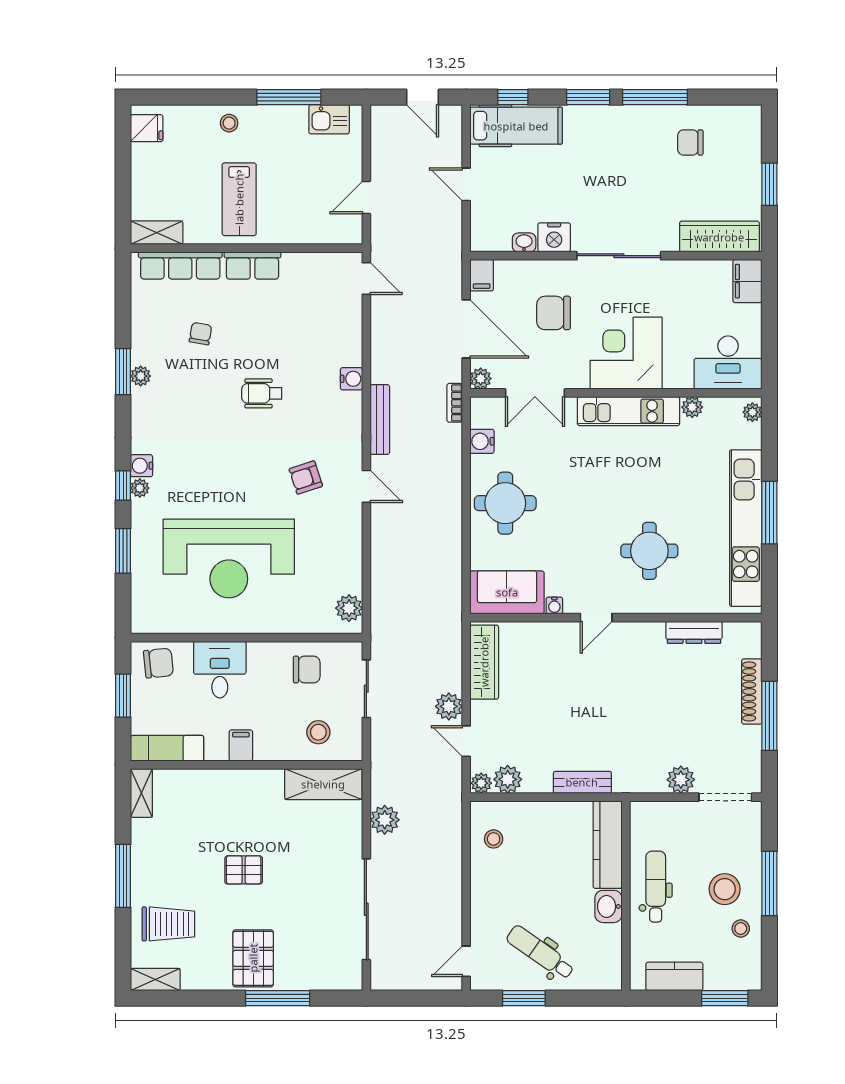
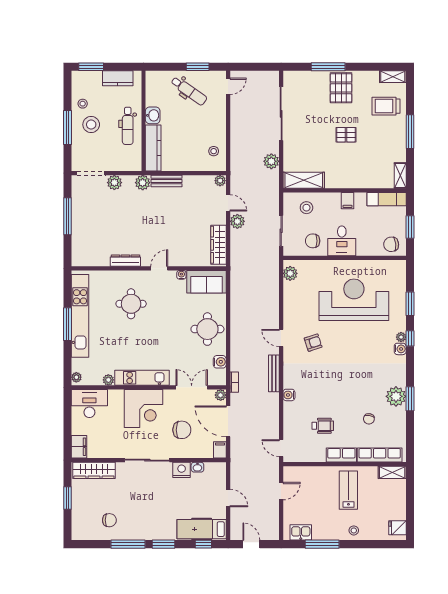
plant: (141, 376) -> (396, 396), width x1.88, depth x1.88
wheelchair: (262, 393) -> (323, 426), moved
dresser: (694, 632) -> (125, 261), moved
desk: (220, 670) -> (342, 241), moved
shoe rack: (752, 691) -> (77, 229), removed
plant: (508, 779) -> (143, 183), moved

